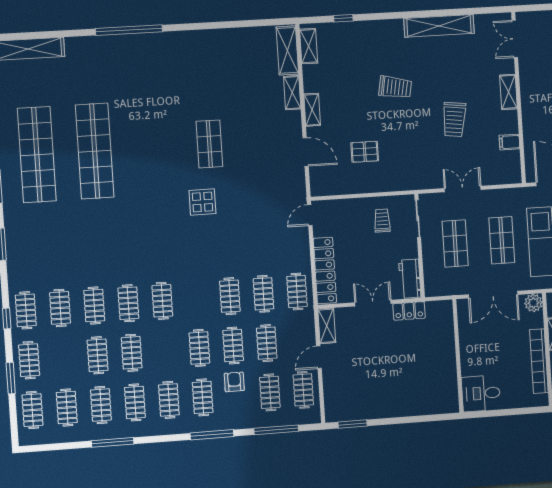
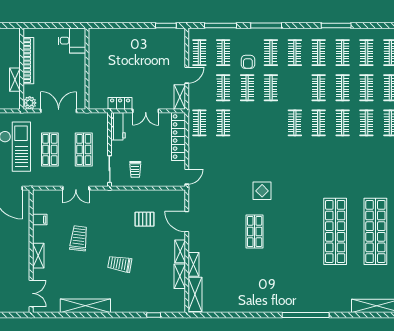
shelving: (309, 46) -> (180, 276), moved
clothes rail: (230, 296) -> (366, 88), moved

